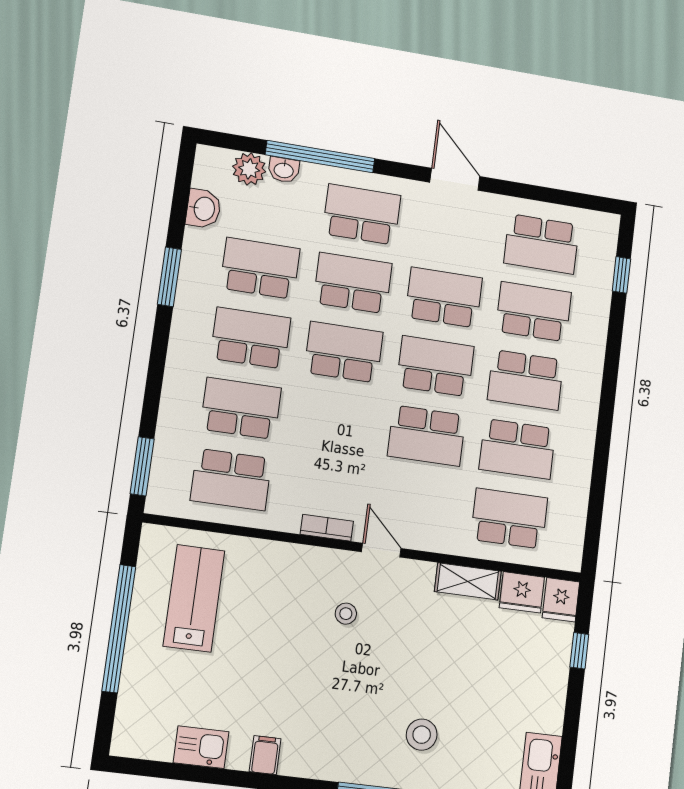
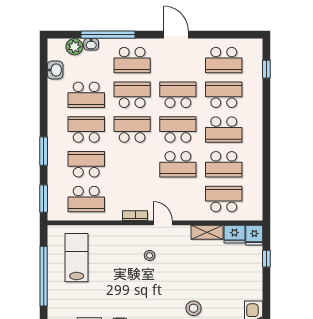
school desk: (362, 214) -> (132, 60), turned 180
school desk: (260, 268) -> (86, 95), turned 180
window: (169, 277) -> (44, 151), moved

